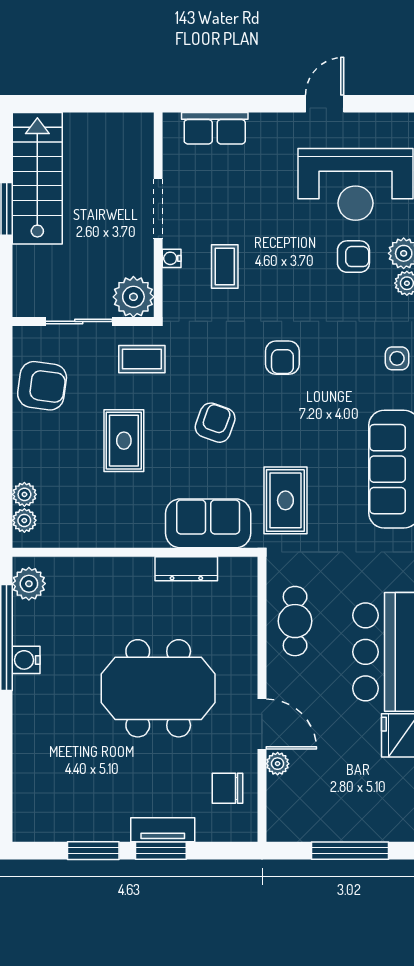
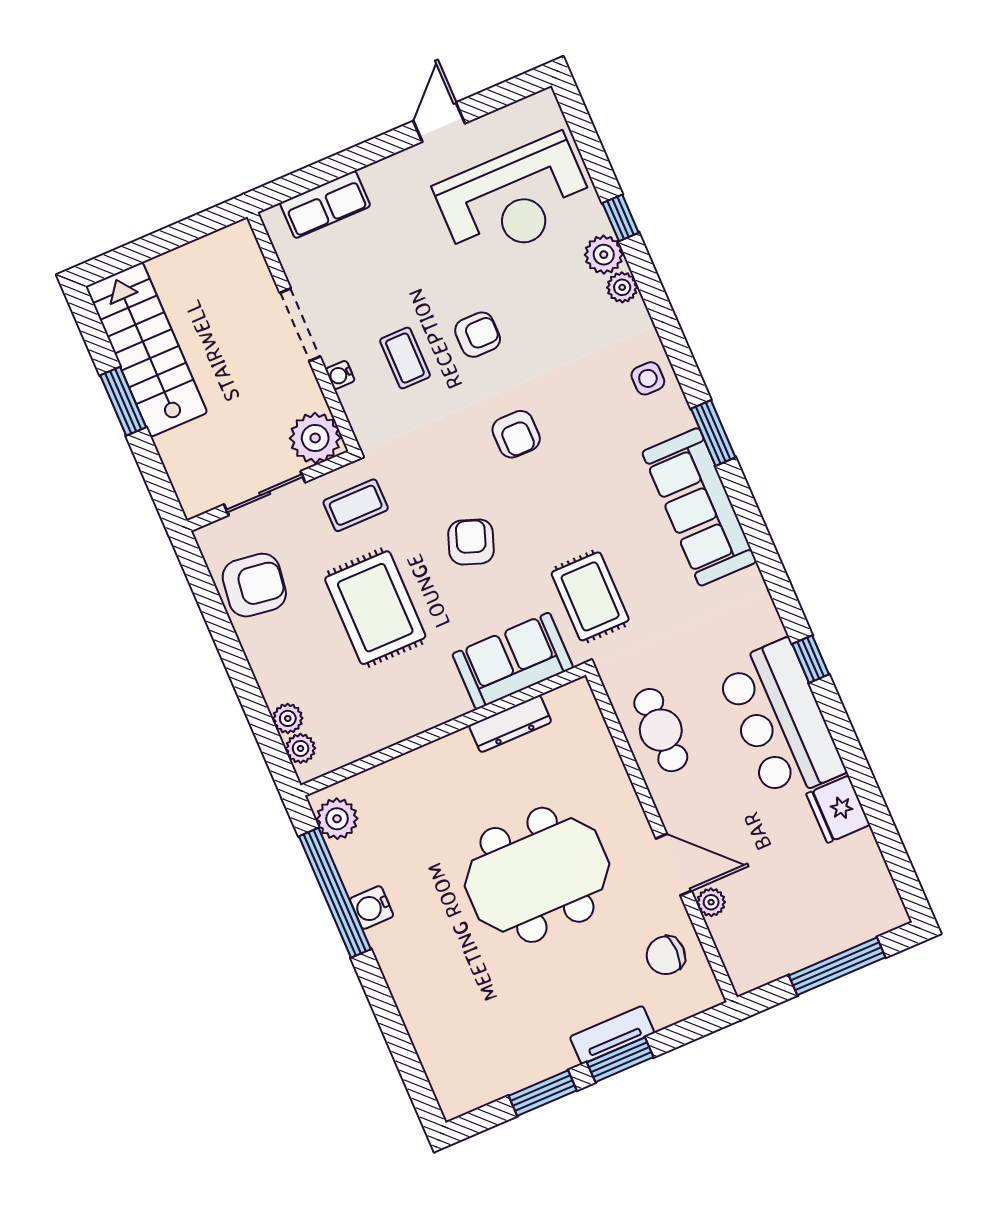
armchair: (353, 257) -> (478, 335), moved
rug: (124, 441) -> (375, 608), width x1.36, depth x1.43

